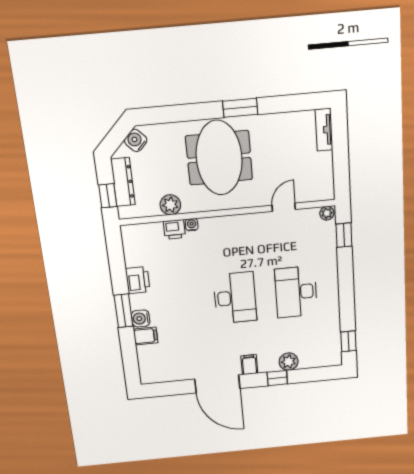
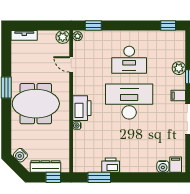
plant: (170, 205) -> (63, 37), moved
printer: (174, 229) -> (82, 108), moved, width x1.87, depth x1.48
desk: (235, 298) -> (129, 101), width x1.36, depth x1.30
window: (123, 311) -> (99, 177), moved
water cooler: (141, 318) -> (163, 167), moved
filing cabinet: (146, 336) -> (176, 165), moved

